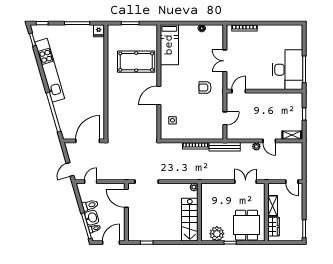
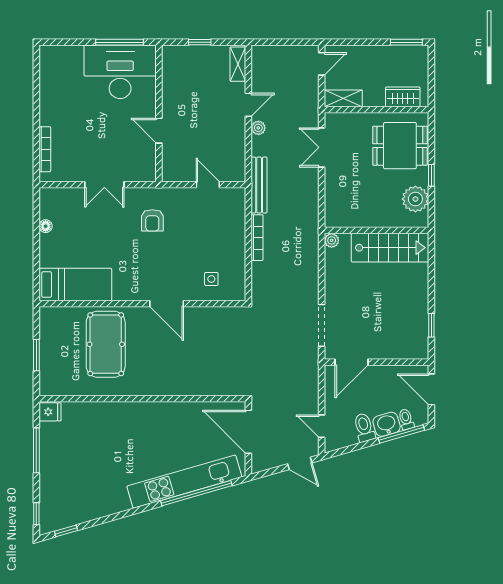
kitchen unit: (50, 70) -> (184, 482), moved
door: (239, 91) -> (159, 131), moved
shelving: (273, 206) -> (343, 98), moved

